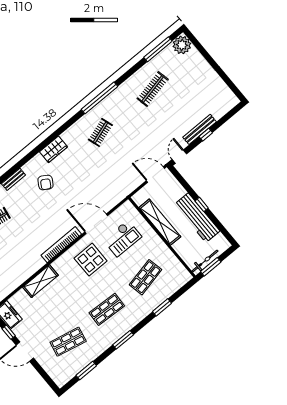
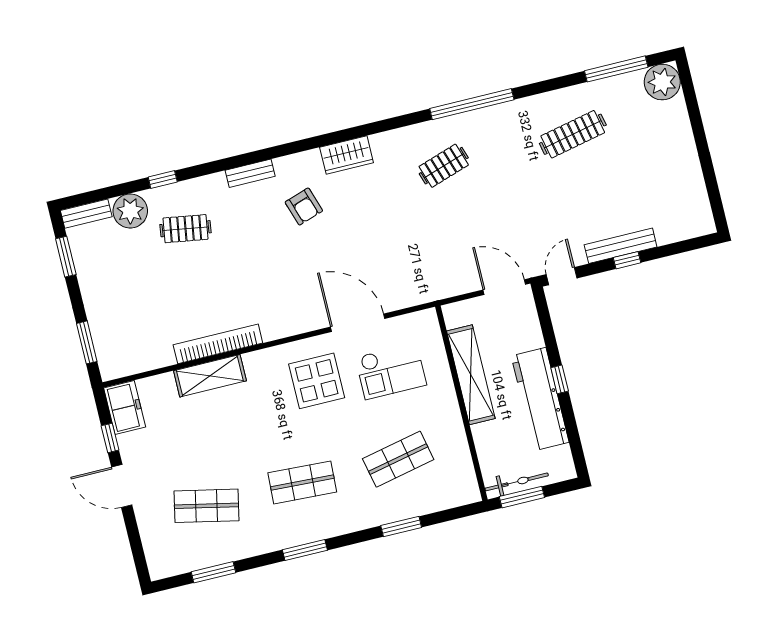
armchair: (45, 183) -> (304, 206), turned -49
bookcase: (61, 245) -> (218, 344), moved

